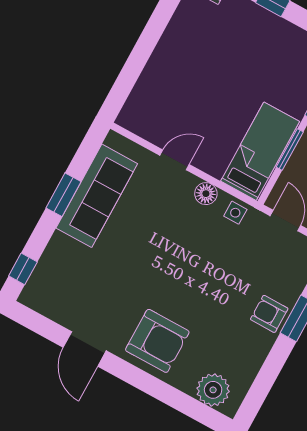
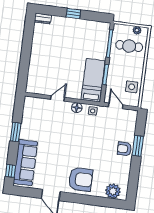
sofa: (97, 196) -> (25, 163), moved

